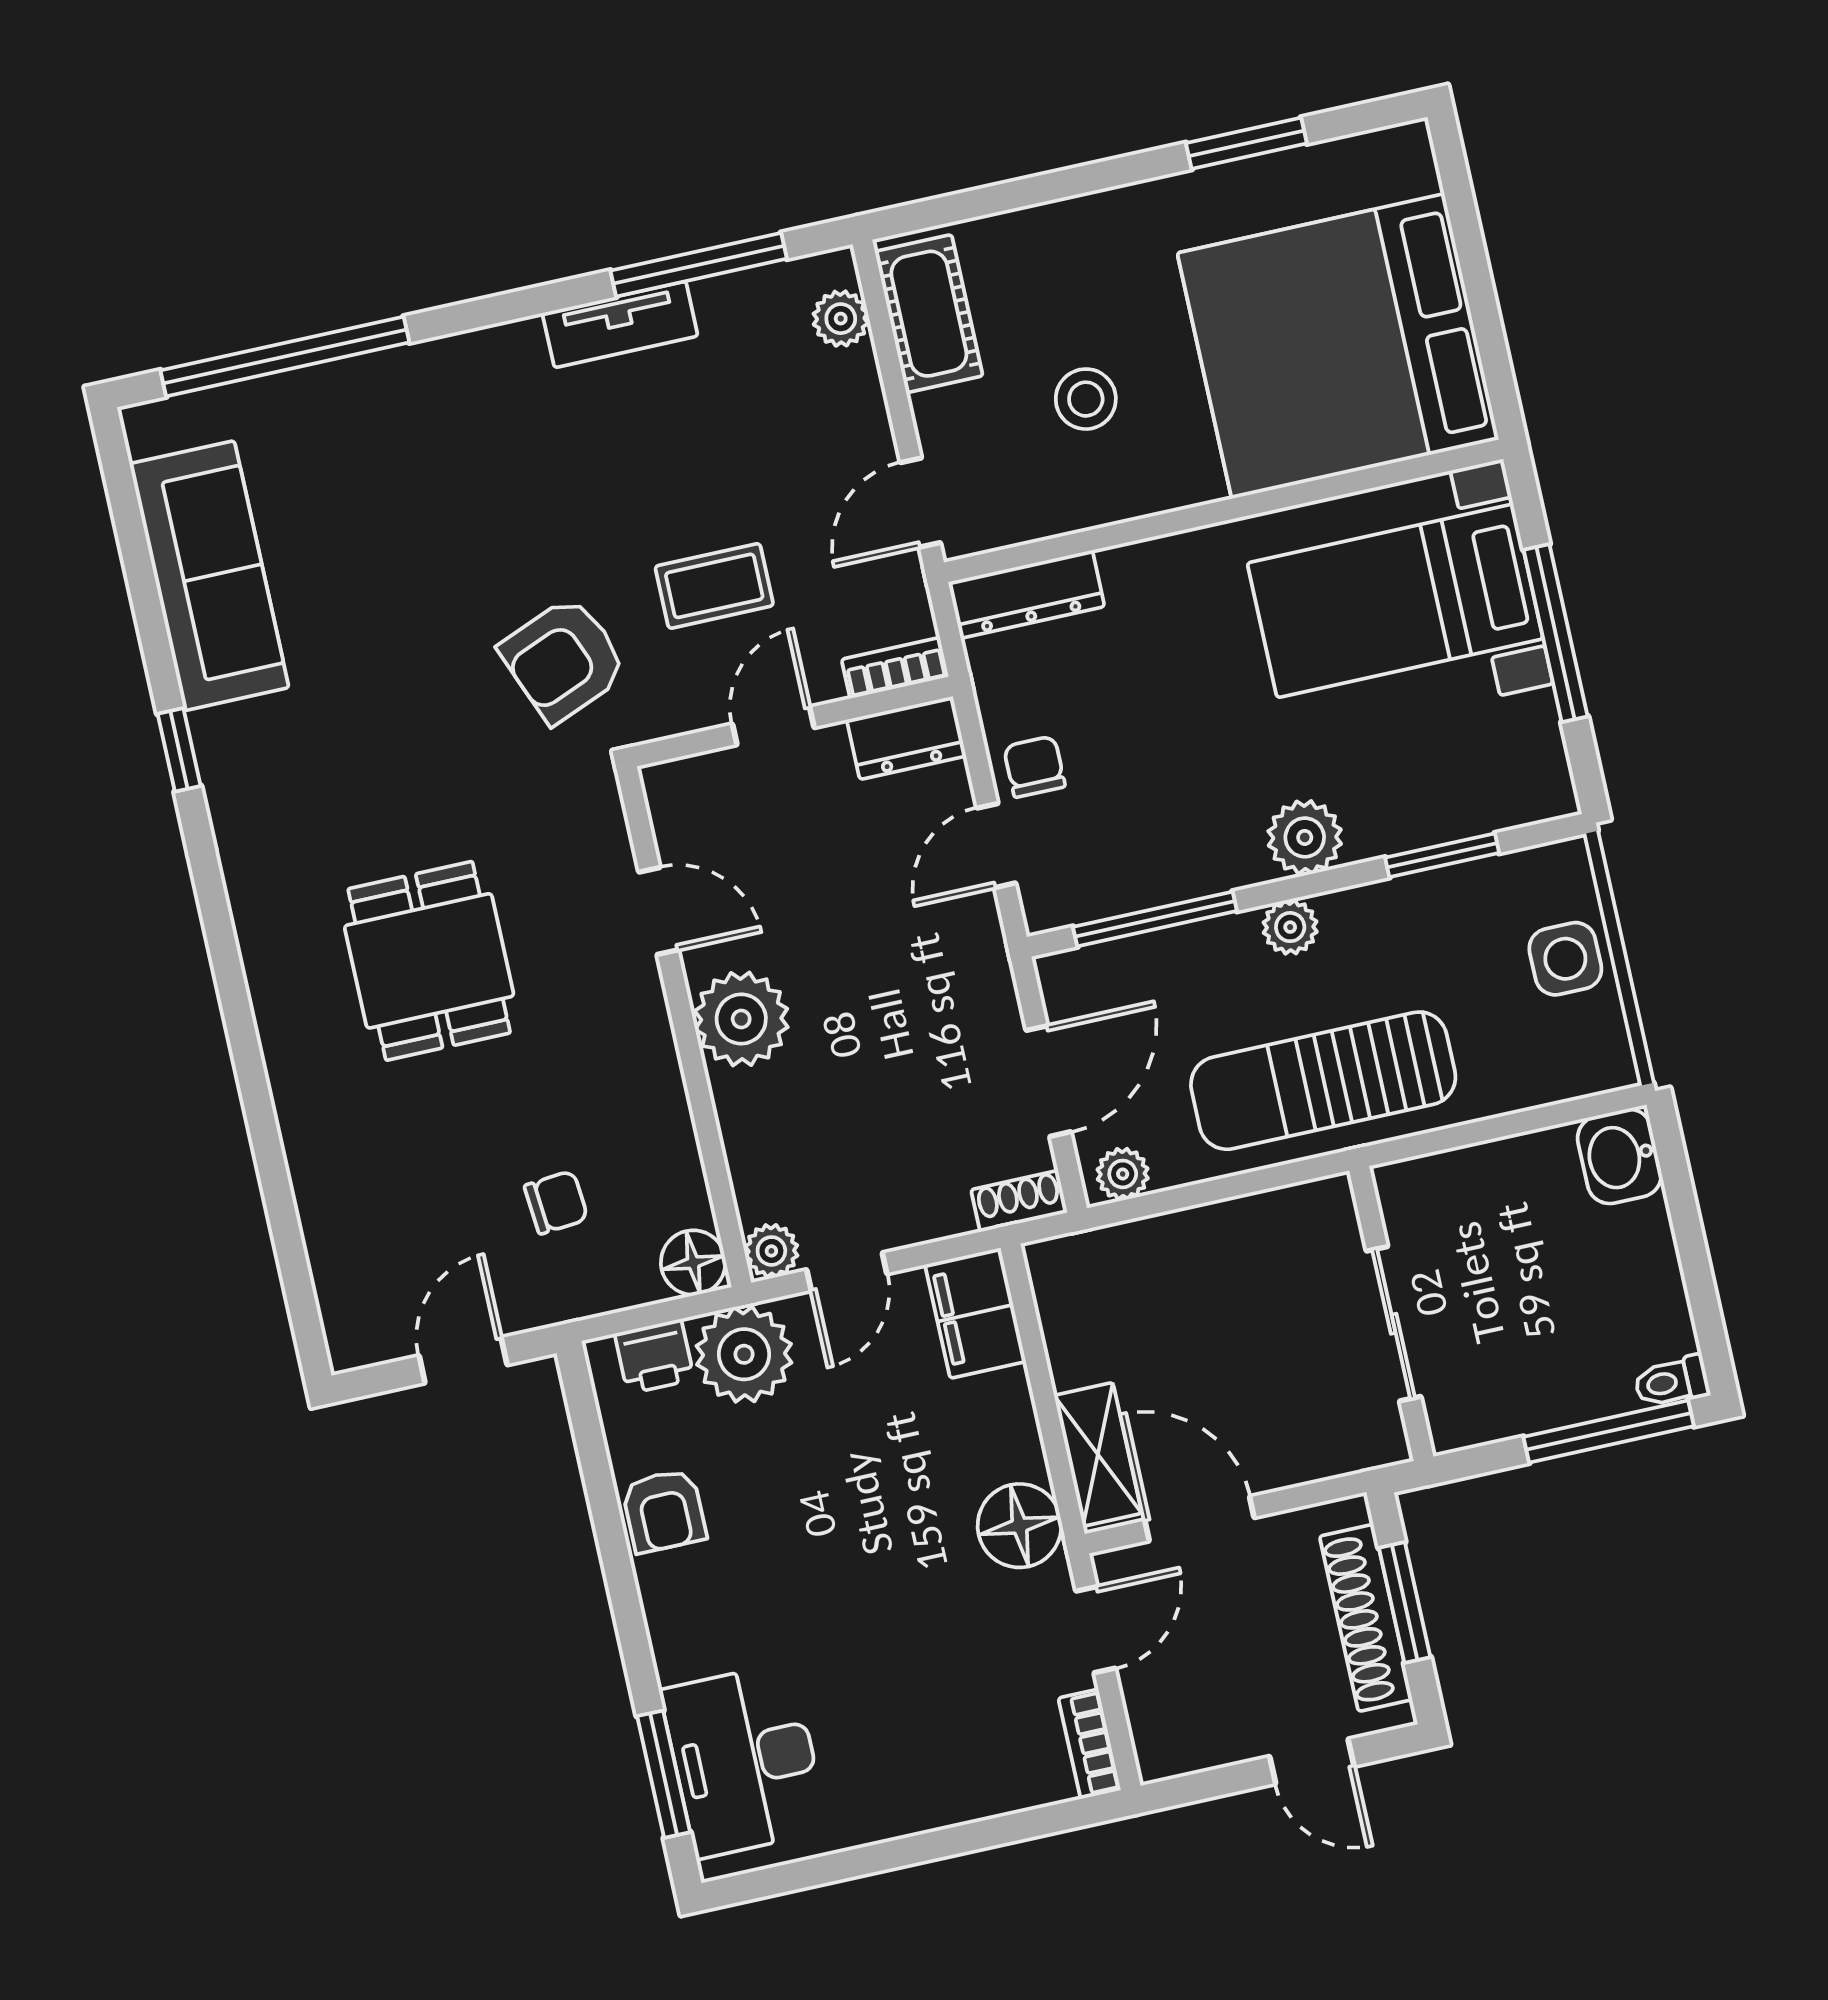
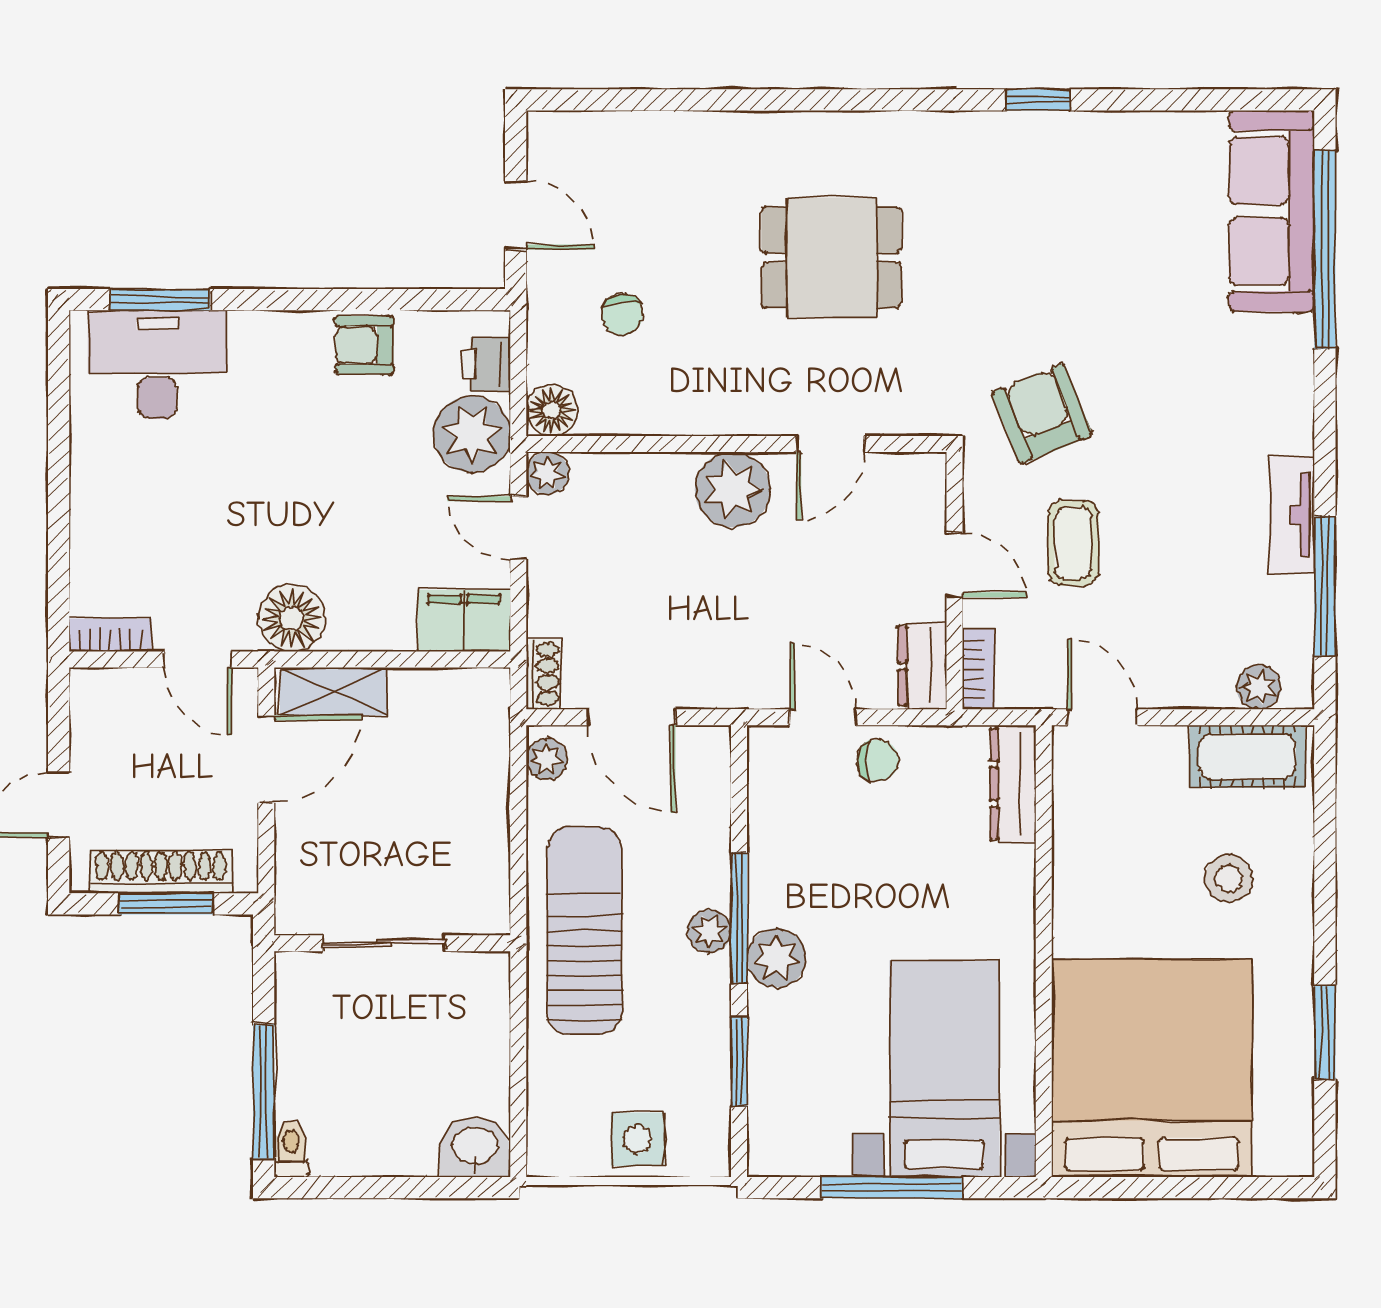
stool: (1086, 399) -> (1229, 878), moved
sofa: (209, 576) -> (1272, 211), moved, turned 90
window: (1155, 919) -> (739, 918), moved

